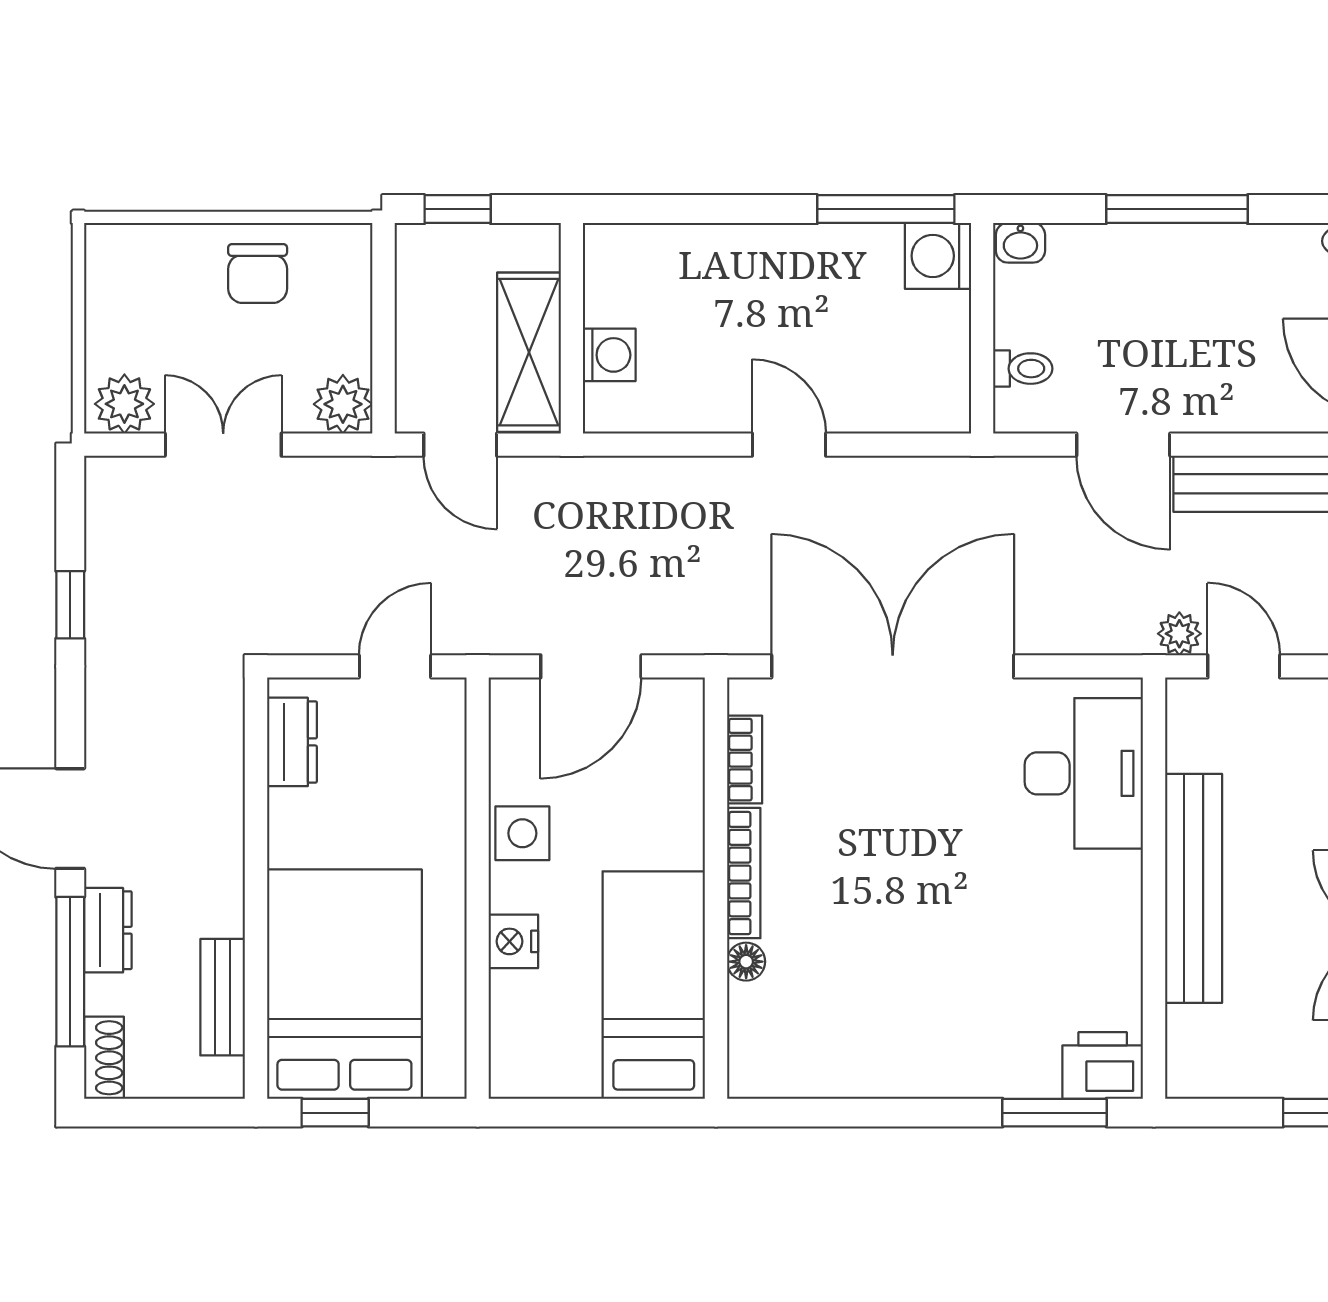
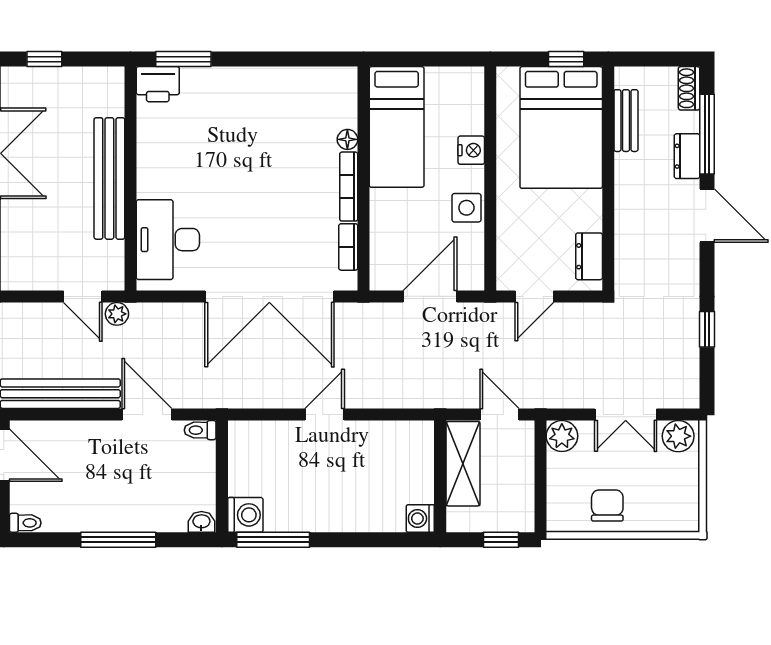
washing machine: (609, 355) -> (420, 518), moved
toilet: (1023, 369) -> (200, 430), moved
door: (789, 445) -> (325, 415), swing flipped

